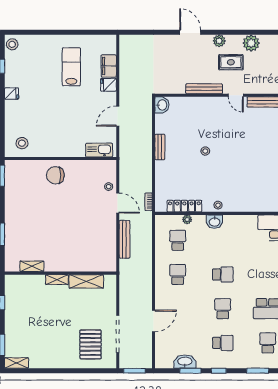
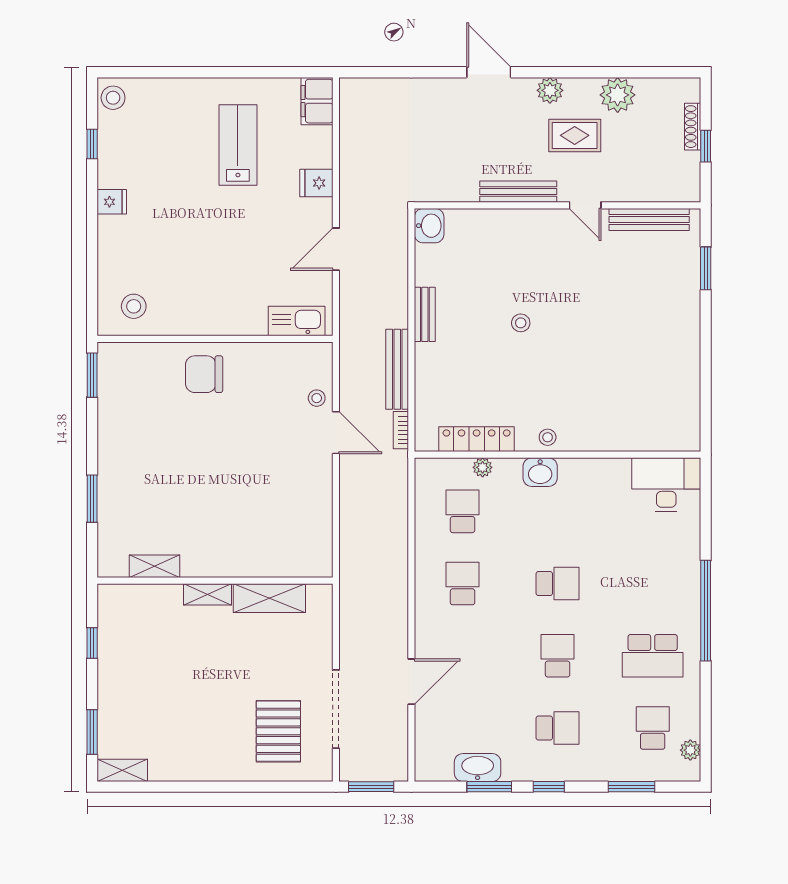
filing cabinet: (109, 66) -> (317, 101), moved
bench: (124, 239) -> (397, 369), moved

